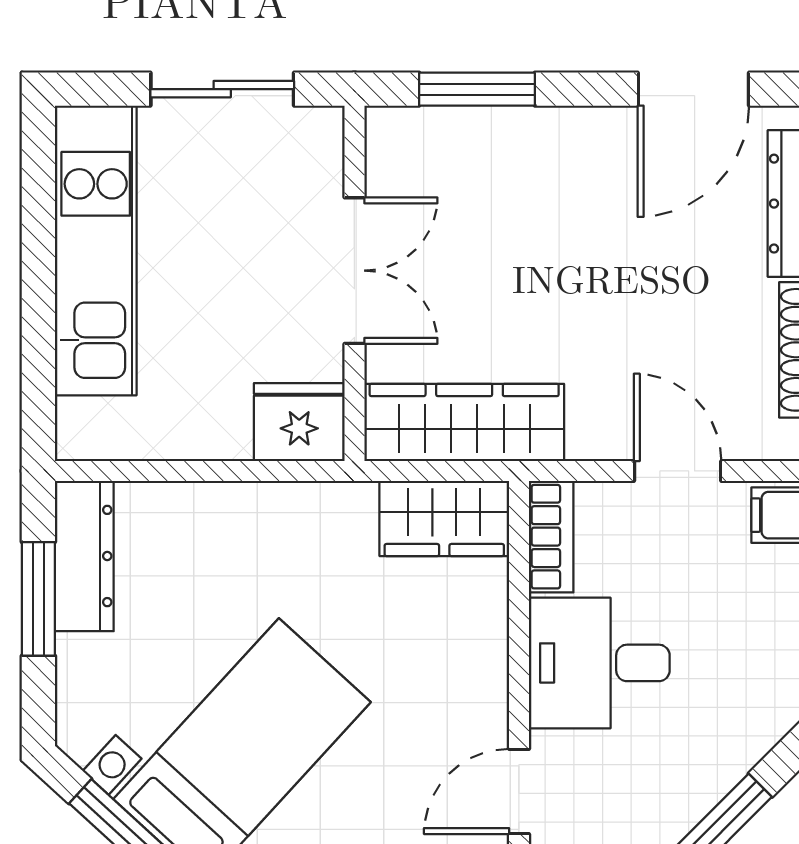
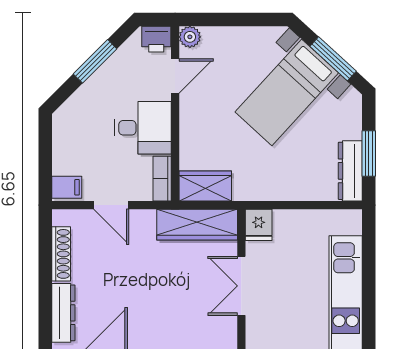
fridge: (299, 422) -> (259, 225), width x0.72

